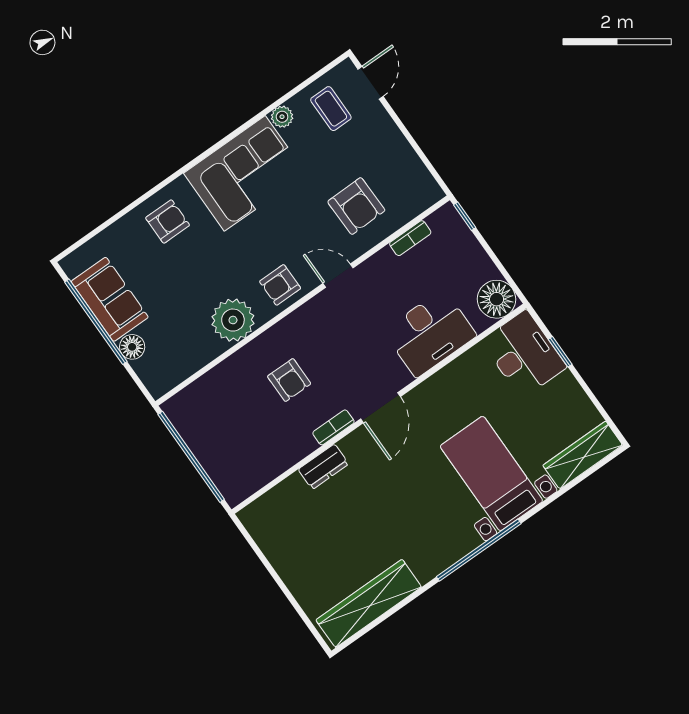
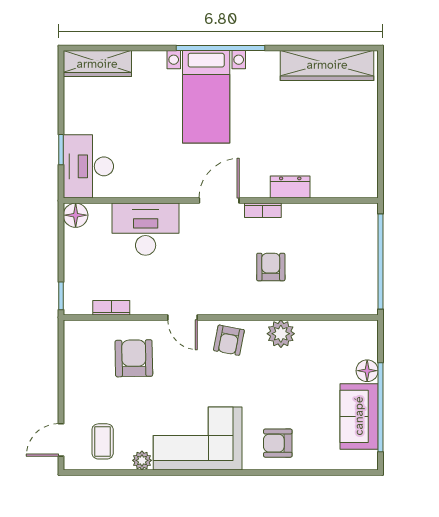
armchair: (280, 285) -> (229, 340), turned 101
floor lamp: (497, 299) -> (76, 215), width x0.73, depth x0.73
plant: (233, 320) -> (281, 334), width x0.73, depth x0.73
bed with nightstands: (491, 473) -> (206, 97), moved

